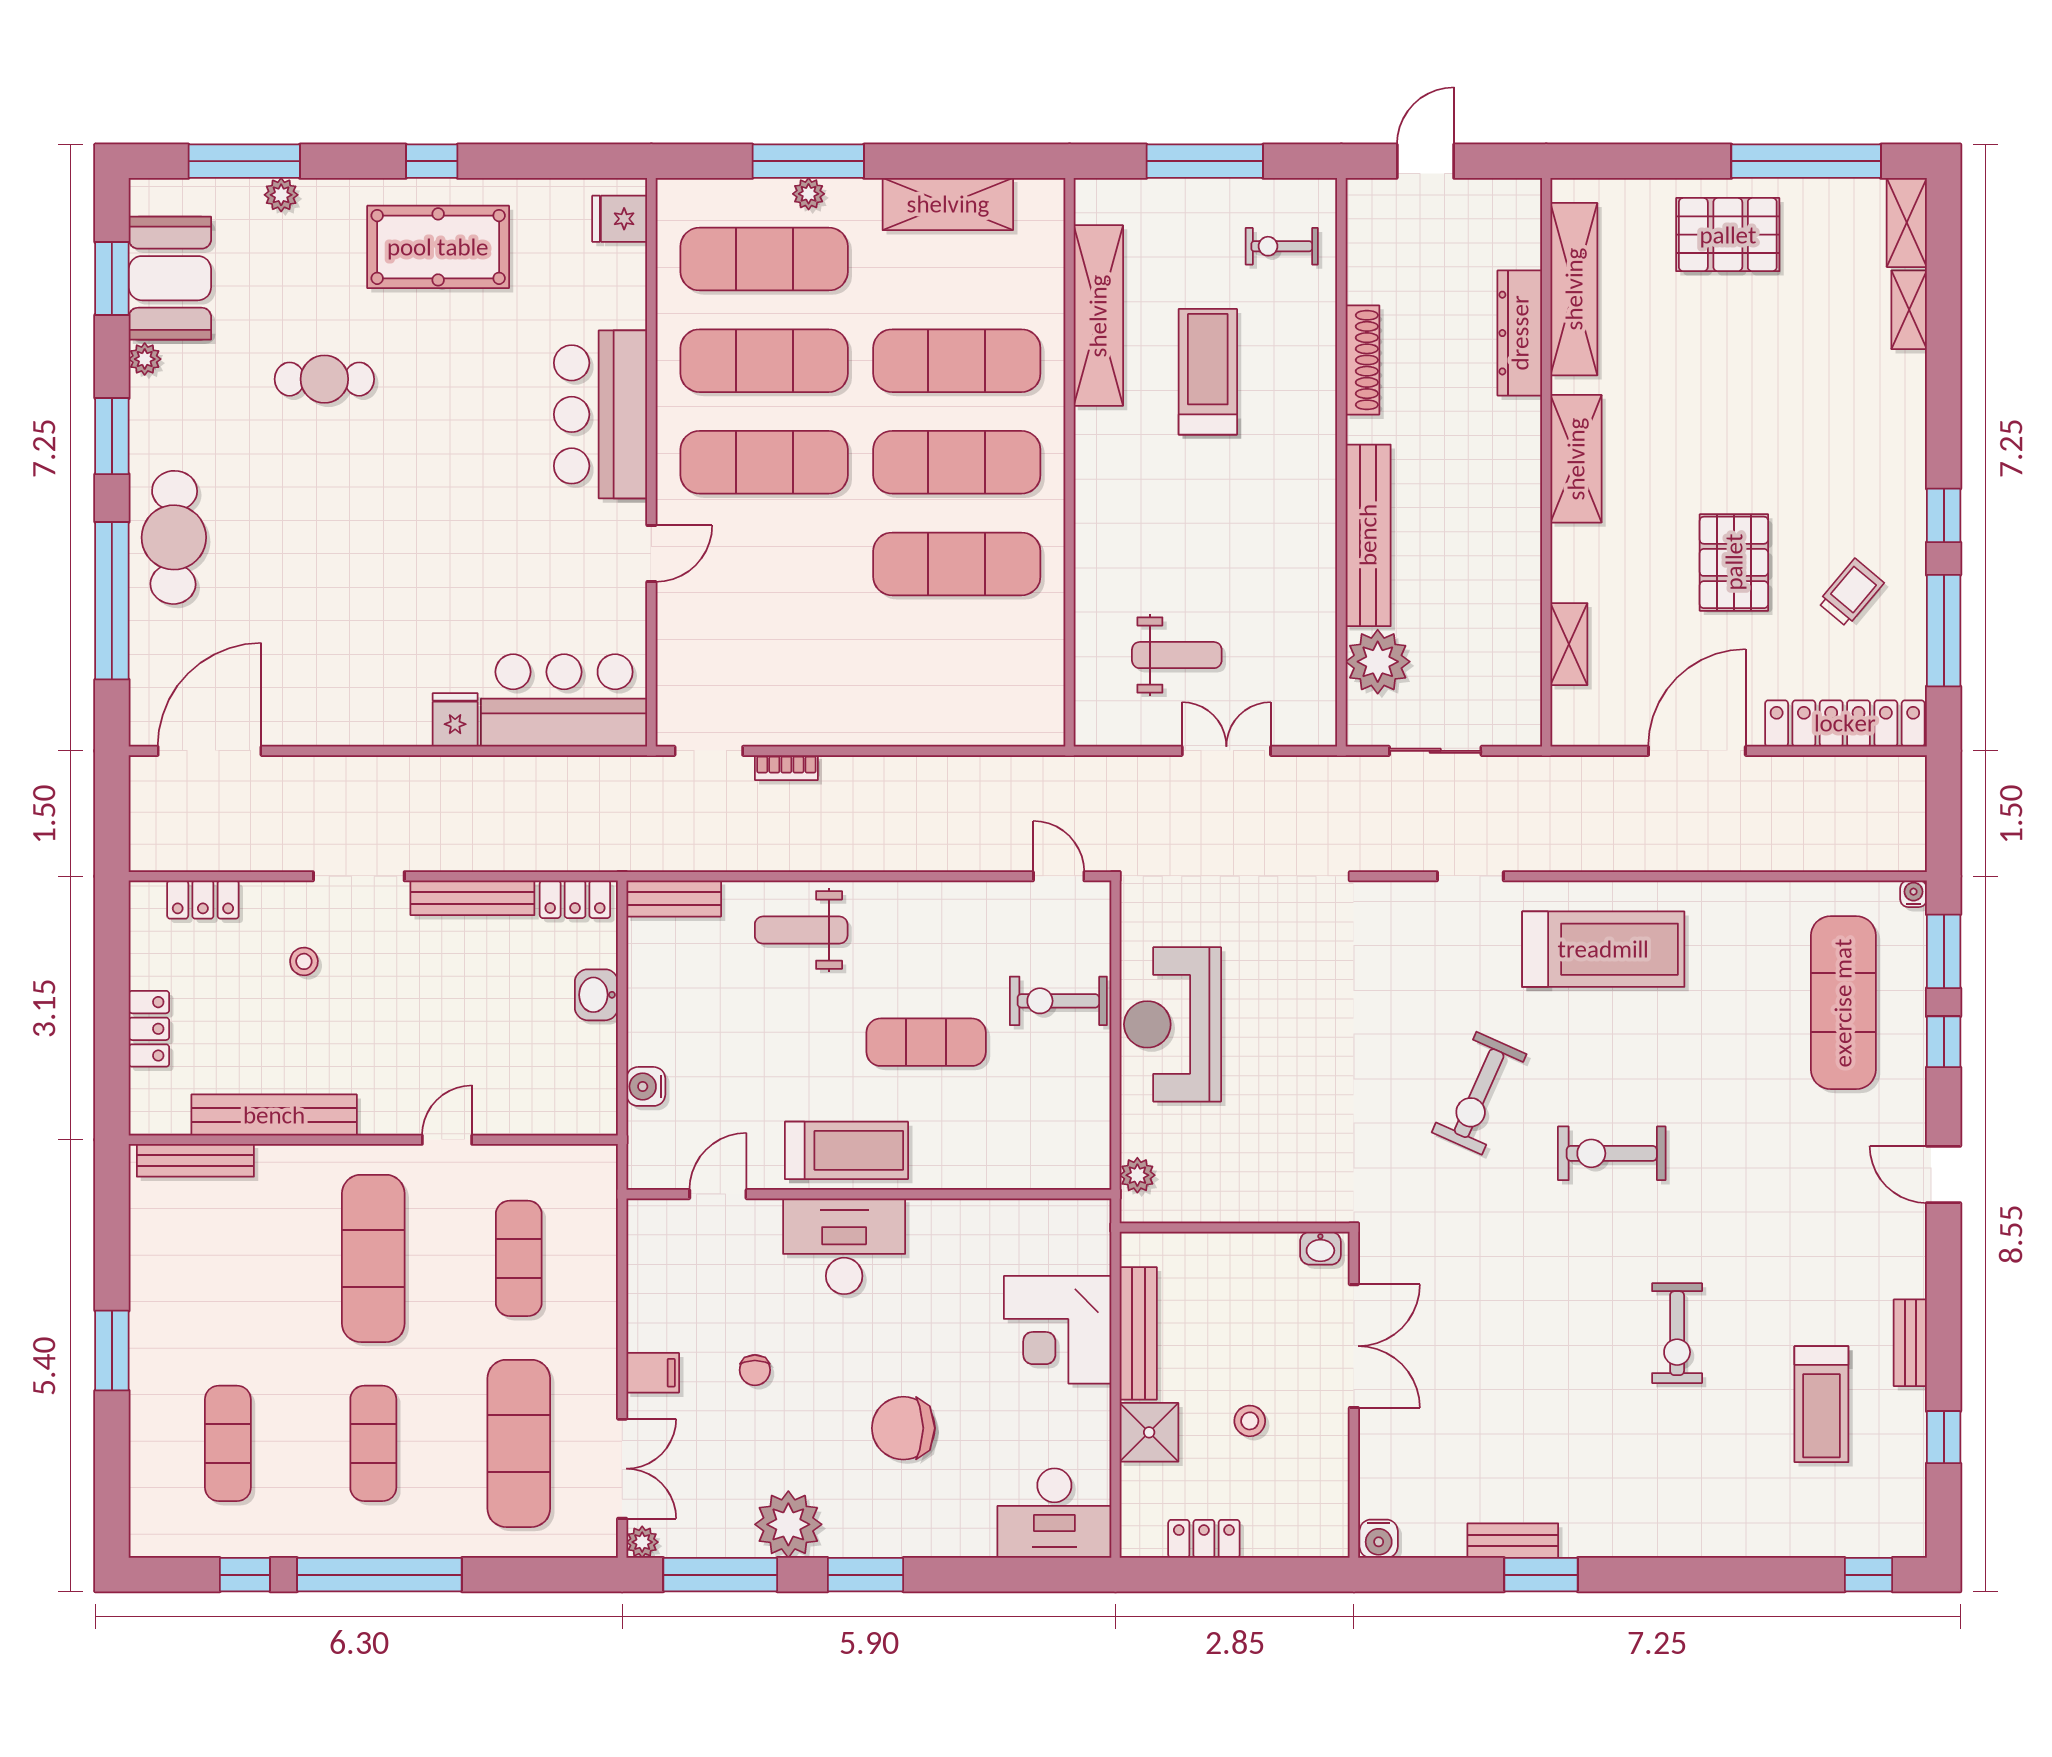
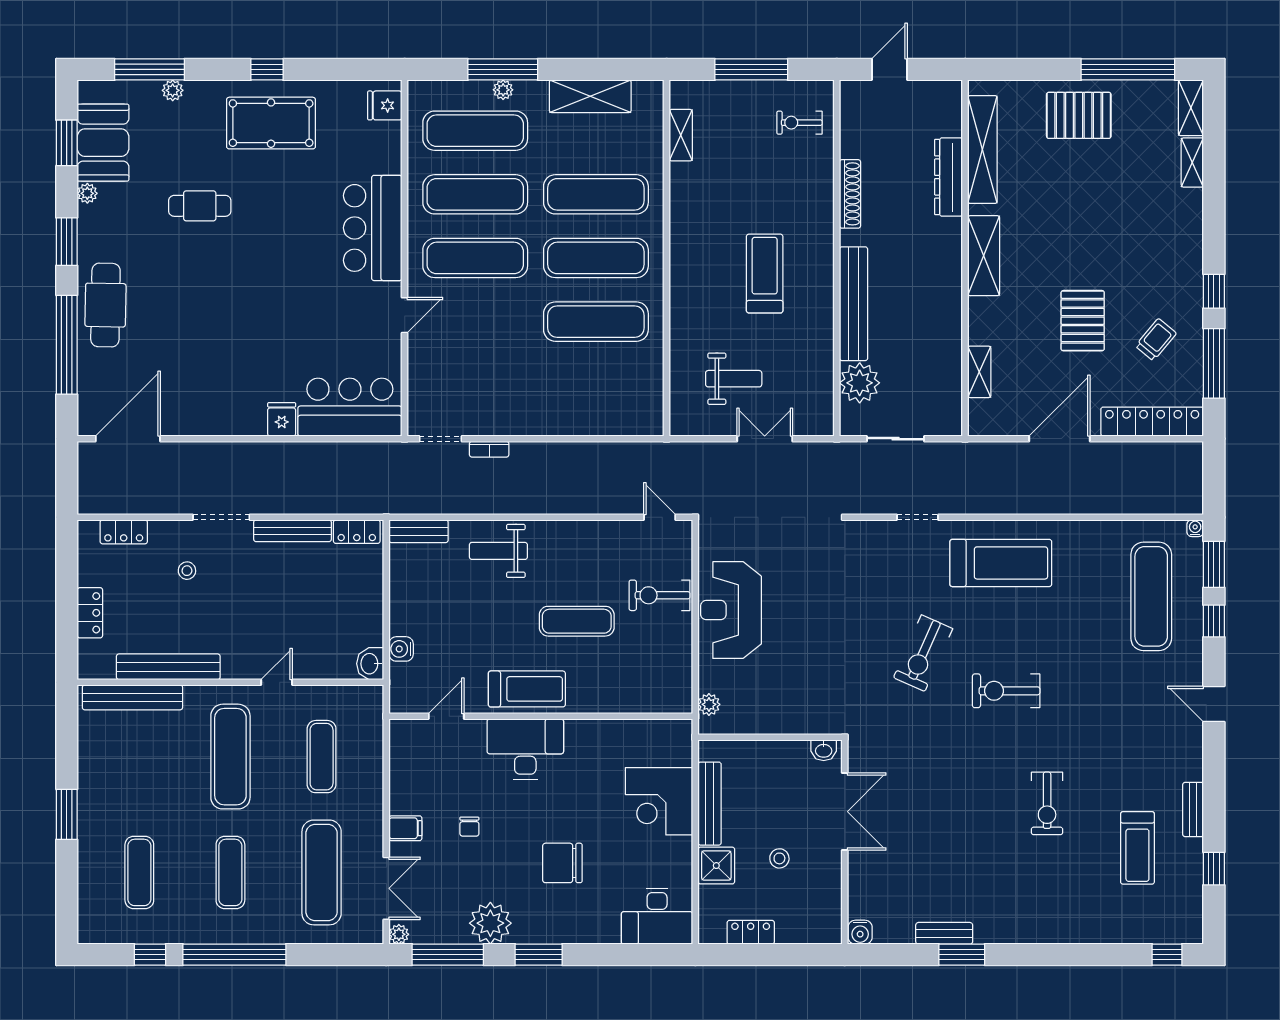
shelving: (1098, 316) -> (681, 135), width x0.45, depth x0.75
treadmill: (1208, 372) -> (765, 274), moved
washbasin: (596, 995) -> (370, 664), moved
bench: (195, 1160) -> (132, 697), width x1.37, depth x1.21

